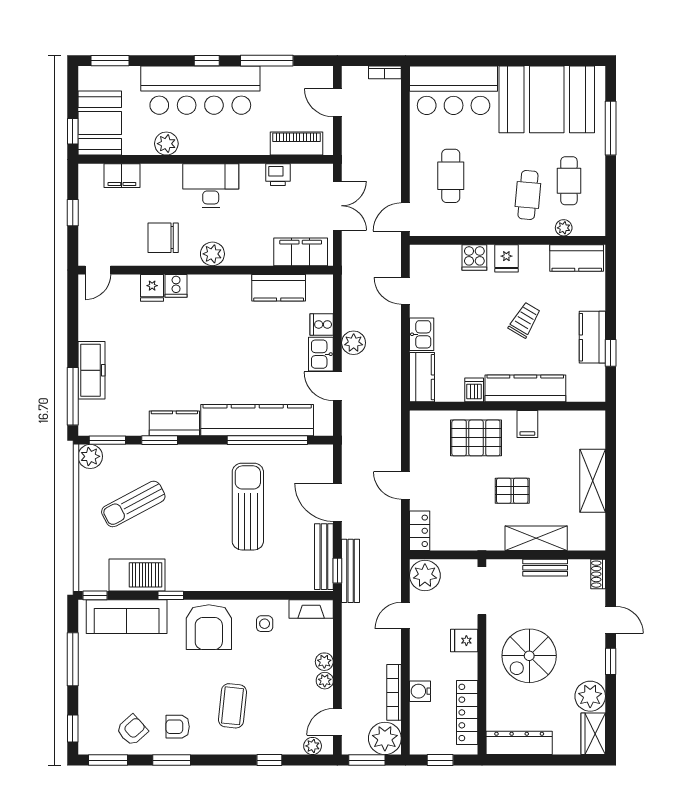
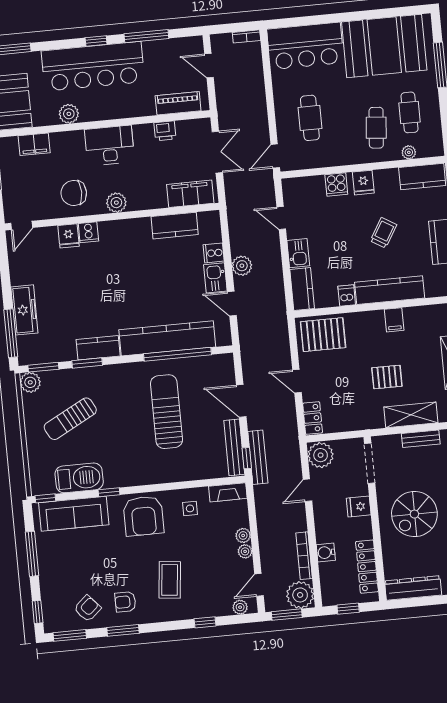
pallet: (476, 438) -> (323, 335), moved

